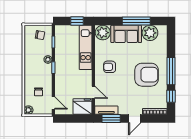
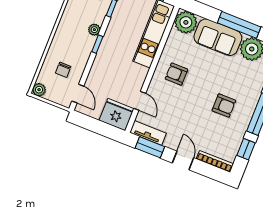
armchair: (147, 75) -> (224, 105), width x0.53, depth x0.53
door: (135, 119) -> (183, 160), swing flipped

